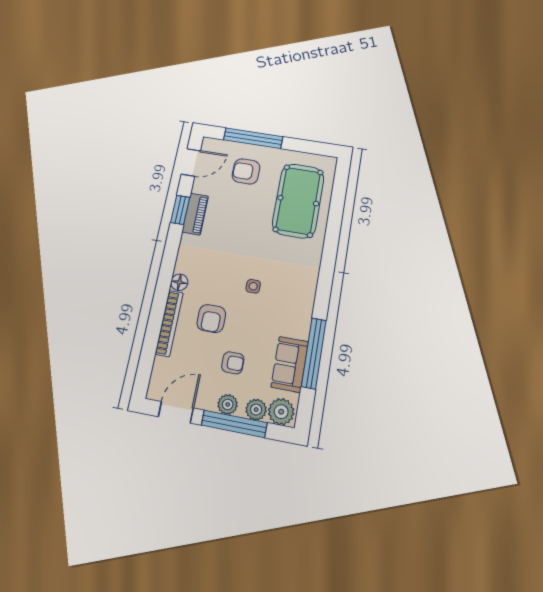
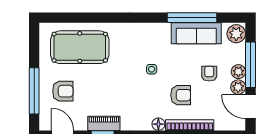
armchair: (246, 171) -> (63, 91), turned -90
sofa: (290, 364) -> (196, 33), width x1.36
plant: (256, 410) -> (238, 87), moved

